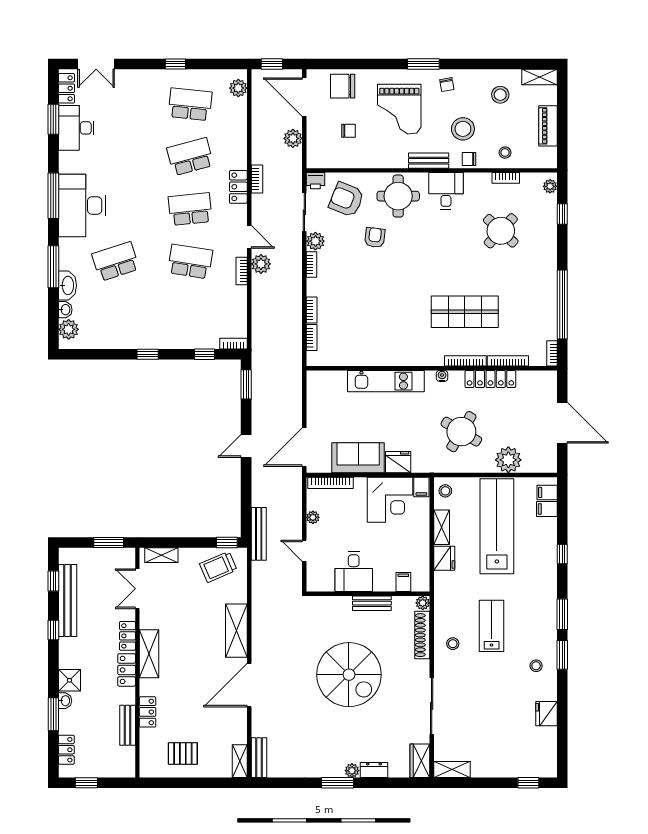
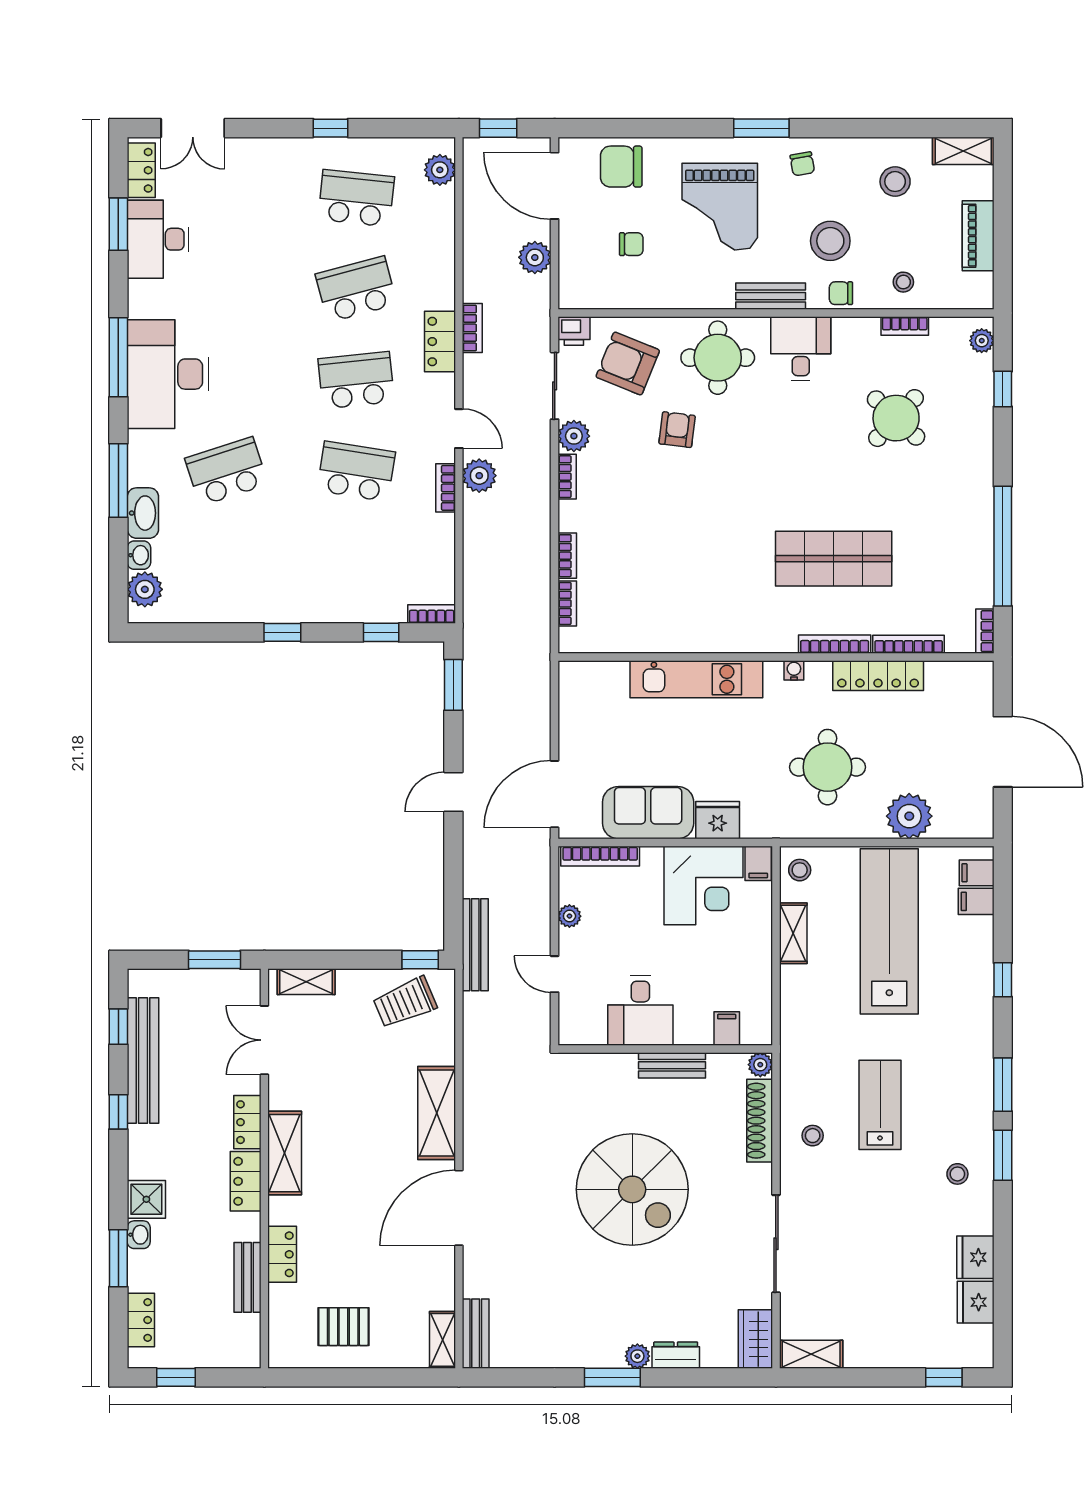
round table: (461, 432) -> (828, 767), turned -31
fridge: (444, 558) -> (976, 1302), moved, turned 180

